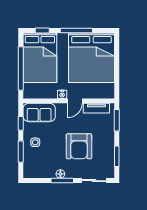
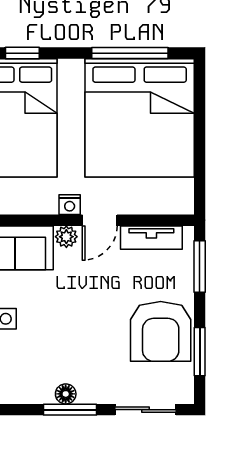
window: (76, 31) -> (130, 53), moved
plant: (61, 108) -> (66, 237), added
armchair: (79, 146) -> (161, 331), moved

